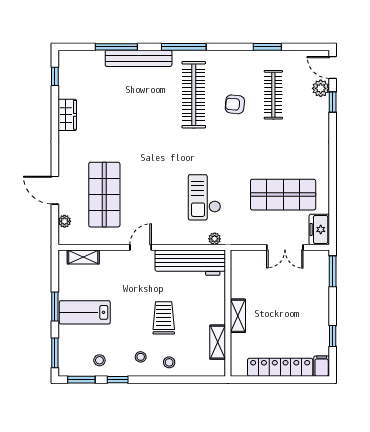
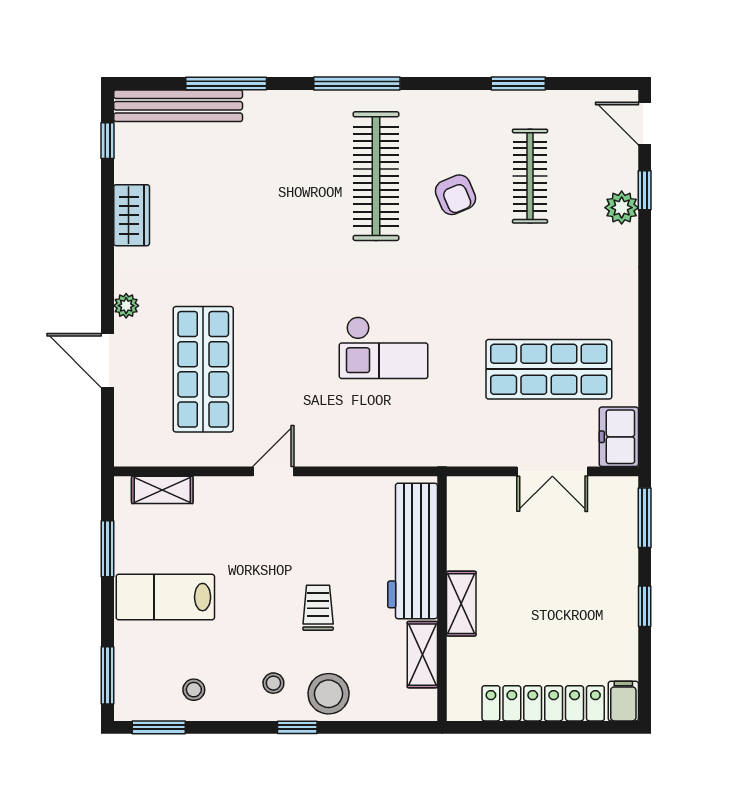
bench: (139, 58) -> (178, 106), moved
plant: (321, 88) -> (622, 208), moved
armchair: (235, 104) -> (456, 195), turned -118
checkout: (204, 197) -> (384, 348), moved, turned -90
plant: (64, 221) -> (126, 306), moved
plant: (215, 239) -> (416, 455), removed
workbench: (190, 263) -> (413, 551), moved, turned 90
window: (55, 306) -> (107, 549), moved
trolley: (164, 318) -> (318, 608), width x0.73, depth x0.72
window: (333, 336) -> (645, 606), moved
stool: (169, 362) -> (329, 694), width x1.89, depth x1.89
window: (118, 380) -> (297, 727), moved

